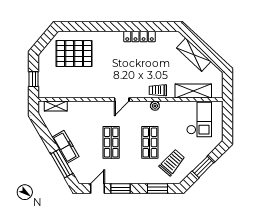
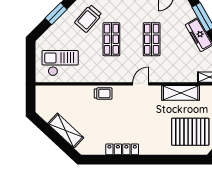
shelving: (193, 91) -> (181, 93), moved
plant: (155, 106) -> (106, 77), removed
checkout: (199, 120) -> (60, 63), turned 90

